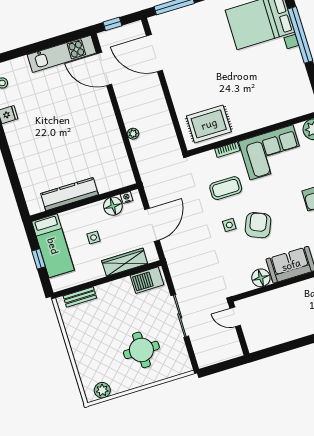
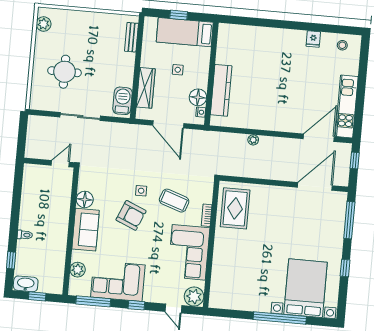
coffee table: (226, 188) -> (174, 201), turned -71
kitchen counter: (69, 194) -> (221, 90), moved

